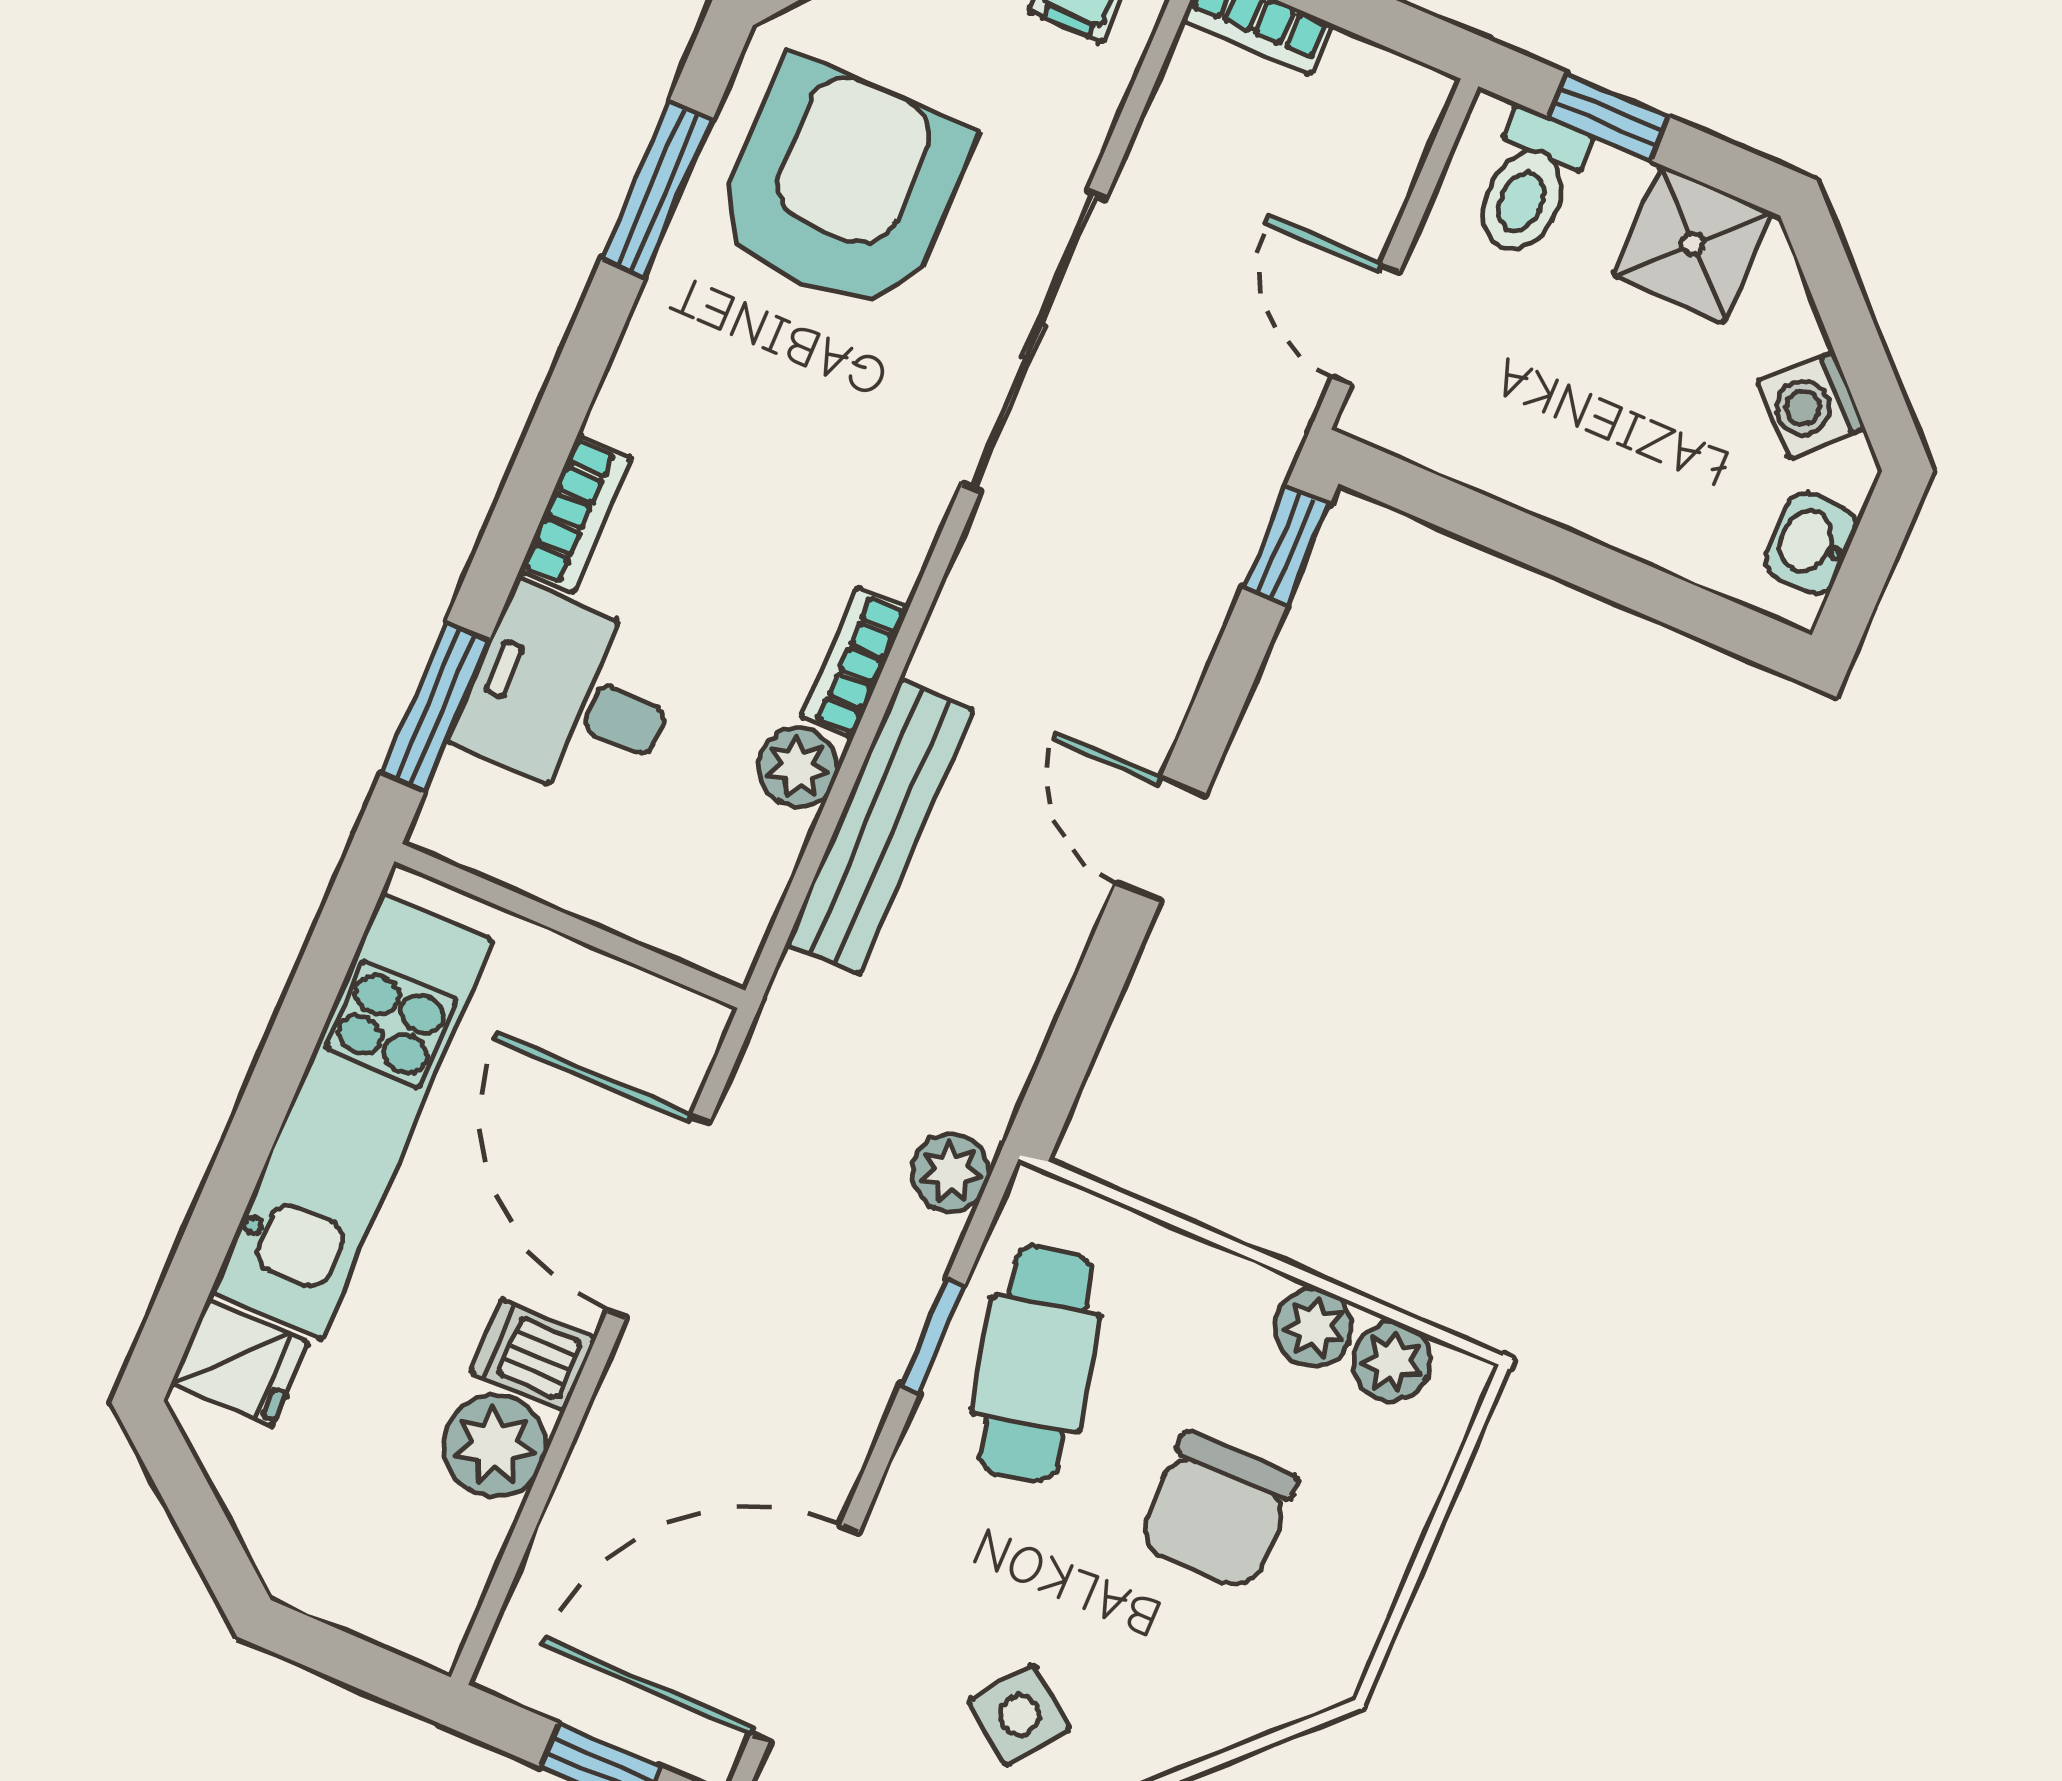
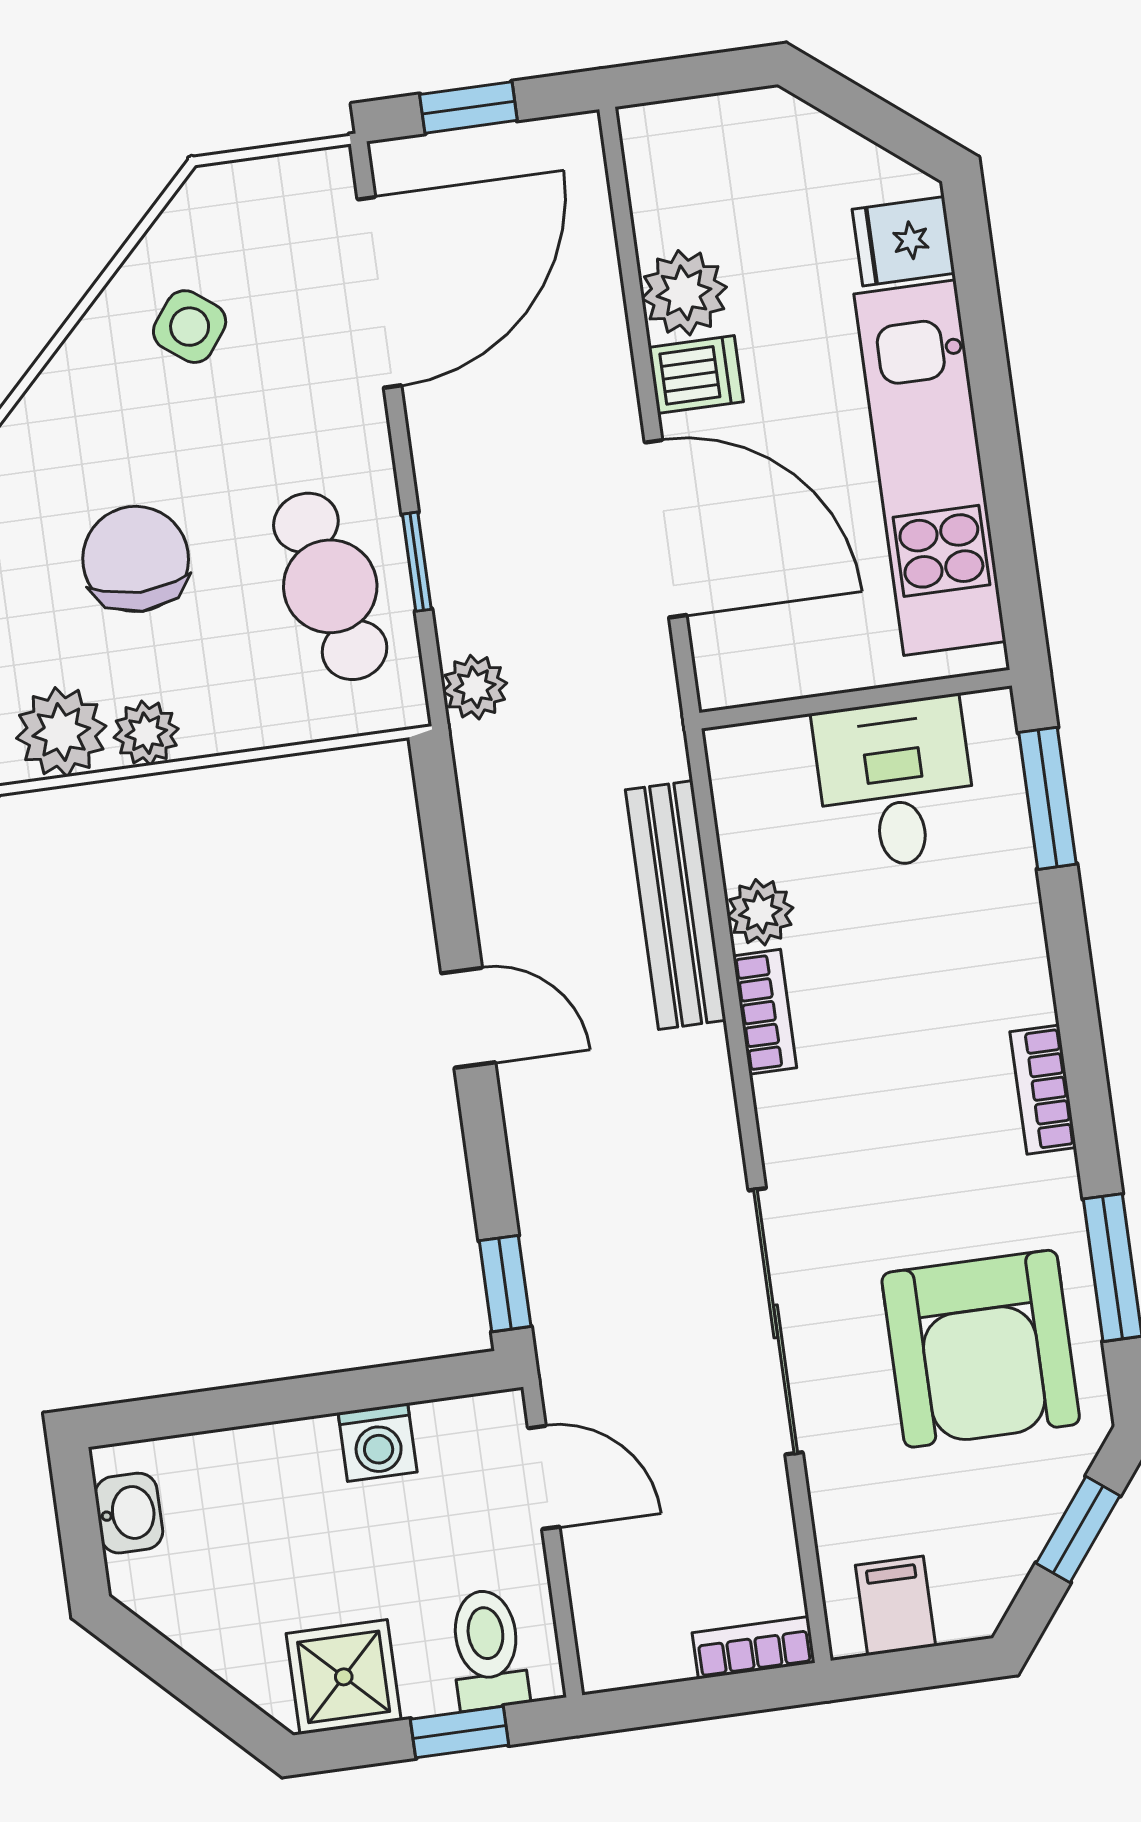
washing machine: (1811, 405) -> (378, 1442), moved, turned 135
bookcase: (576, 514) -> (1043, 1090), moved
desk: (570, 697) -> (895, 783), moved, turned -90
plant: (1392, 1361) -> (61, 732), width x1.38, depth x1.38

